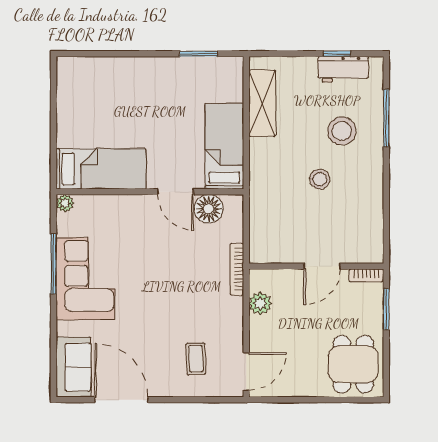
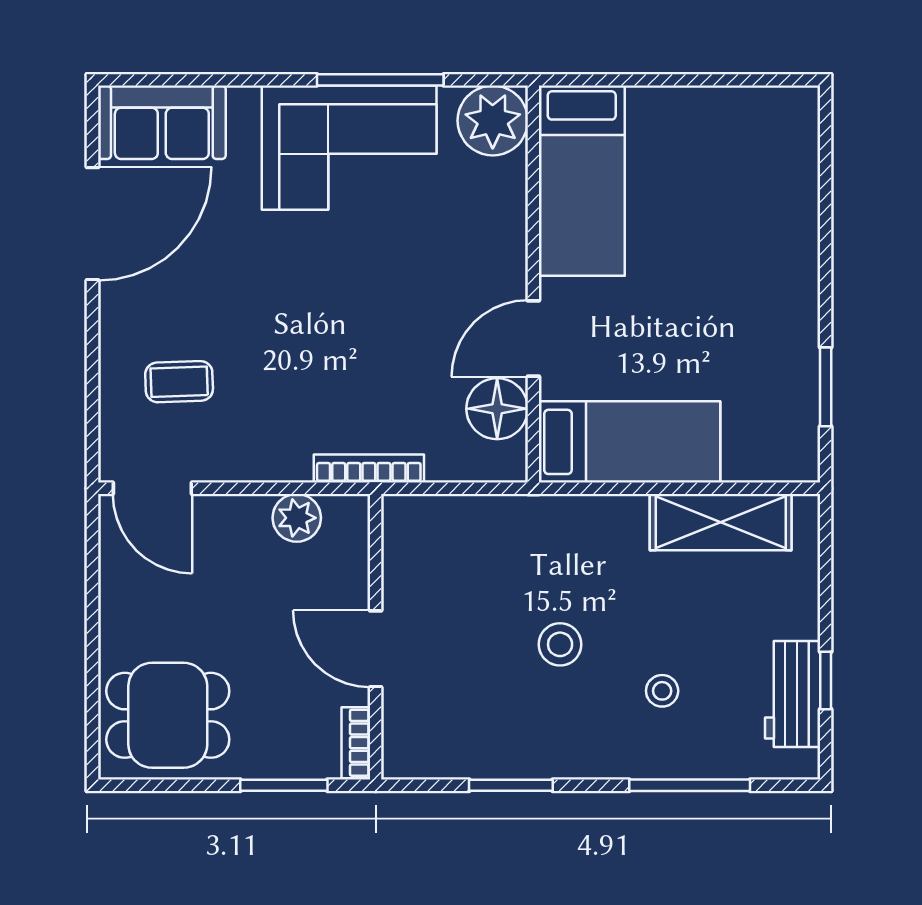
stool: (342, 131) -> (662, 691), width x0.53, depth x0.53
window: (386, 202) -> (511, 785), added
plant: (65, 203) -> (493, 121), width x1.88, depth x1.88

